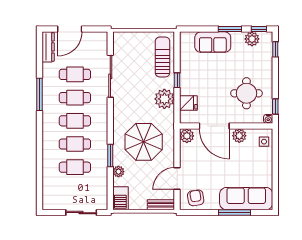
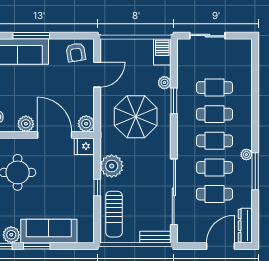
sofa: (213, 42) -> (49, 231), width x1.36
sliding door: (110, 76) -> (174, 192), width x1.36
fridge: (188, 103) -> (84, 146), moved
plant: (47, 109) -> (246, 155), added
bench: (161, 205) -> (155, 237), moved

